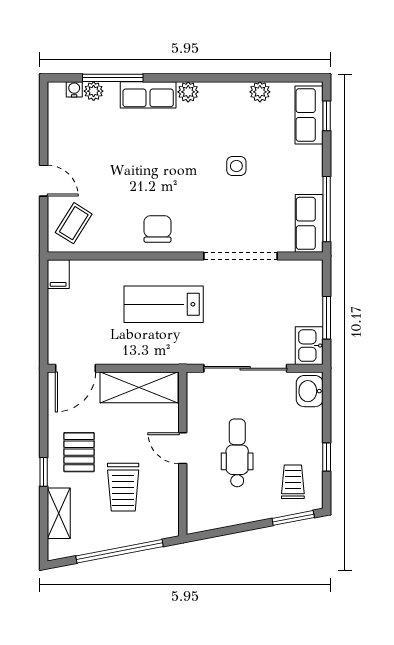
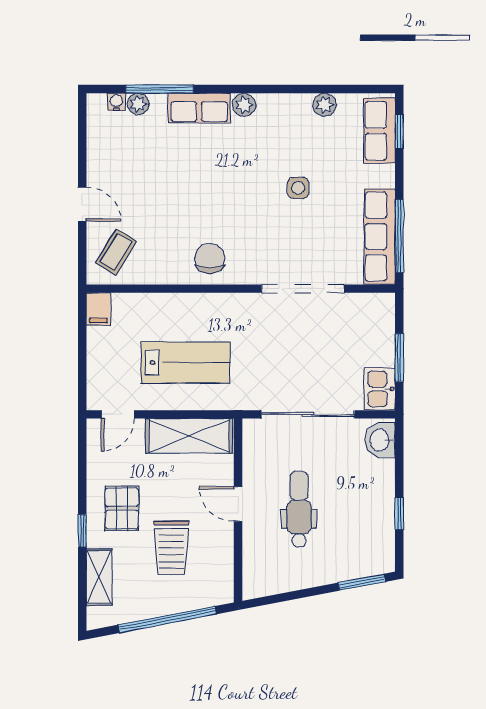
row of seats: (309, 223) -> (380, 237), width x1.48
lab bench: (164, 304) -> (185, 363), moved, turned 180
door: (75, 368) -> (118, 414), width x0.73
trolley: (293, 482) -> (361, 542), removed

